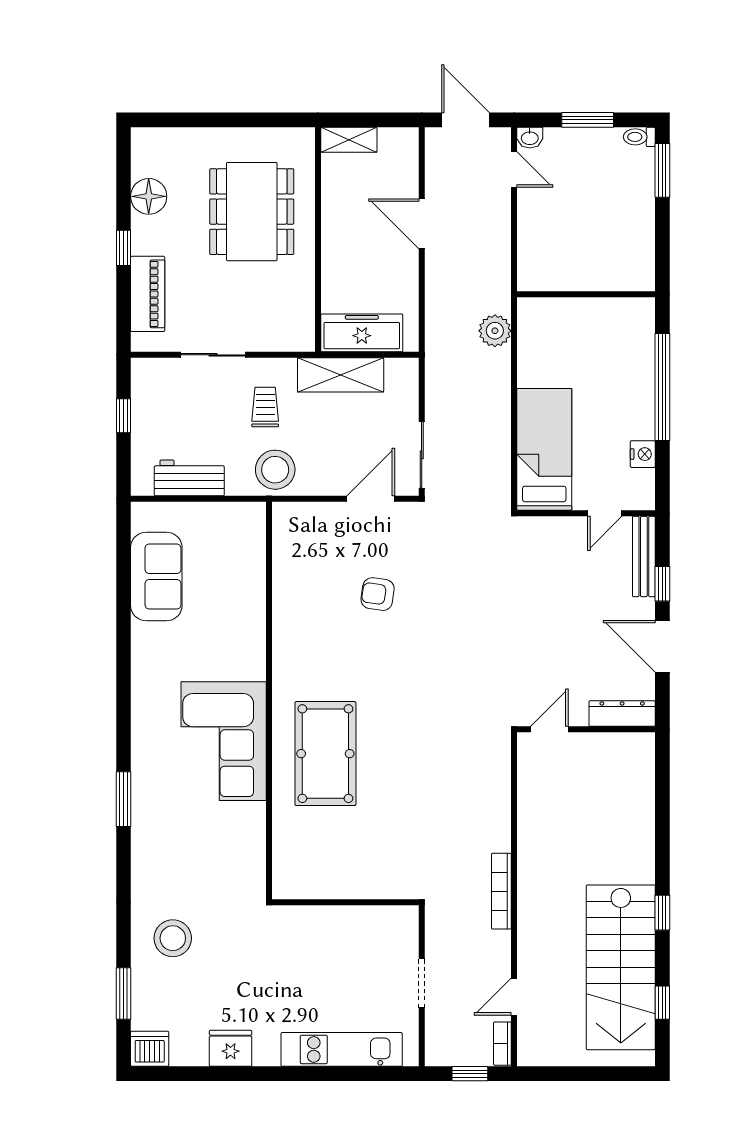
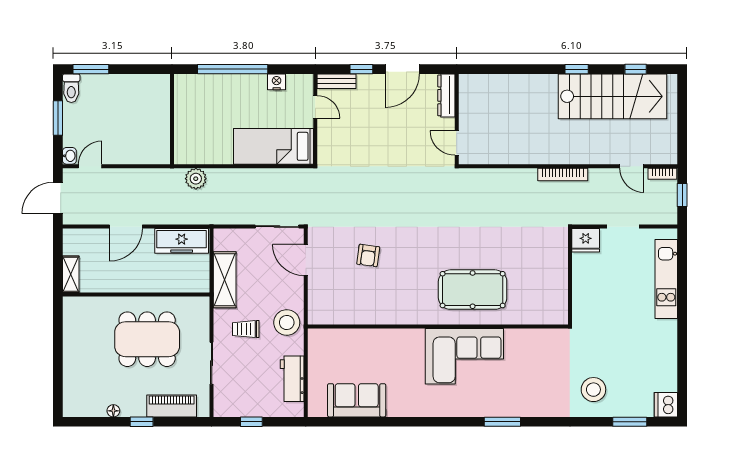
toilet: (639, 137) -> (71, 88), width x1.37, depth x1.39
floor lamp: (149, 196) -> (113, 411), width x0.53, depth x0.53
dining table: (252, 212) -> (147, 339), moved
freezer: (362, 333) -> (182, 241), moved, turned -90
bench: (644, 556) -> (337, 81), width x0.73
fridge: (231, 1048) -> (586, 240), moved, turned -90

